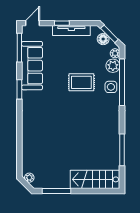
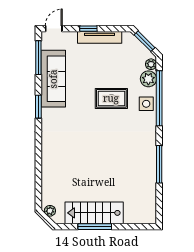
floor lamp: (103, 39) -> (137, 47), removed
window: (122, 150) -> (159, 164), moved
stairs: (95, 179) -> (94, 213), moved
window: (57, 191) -> (95, 227), moved

